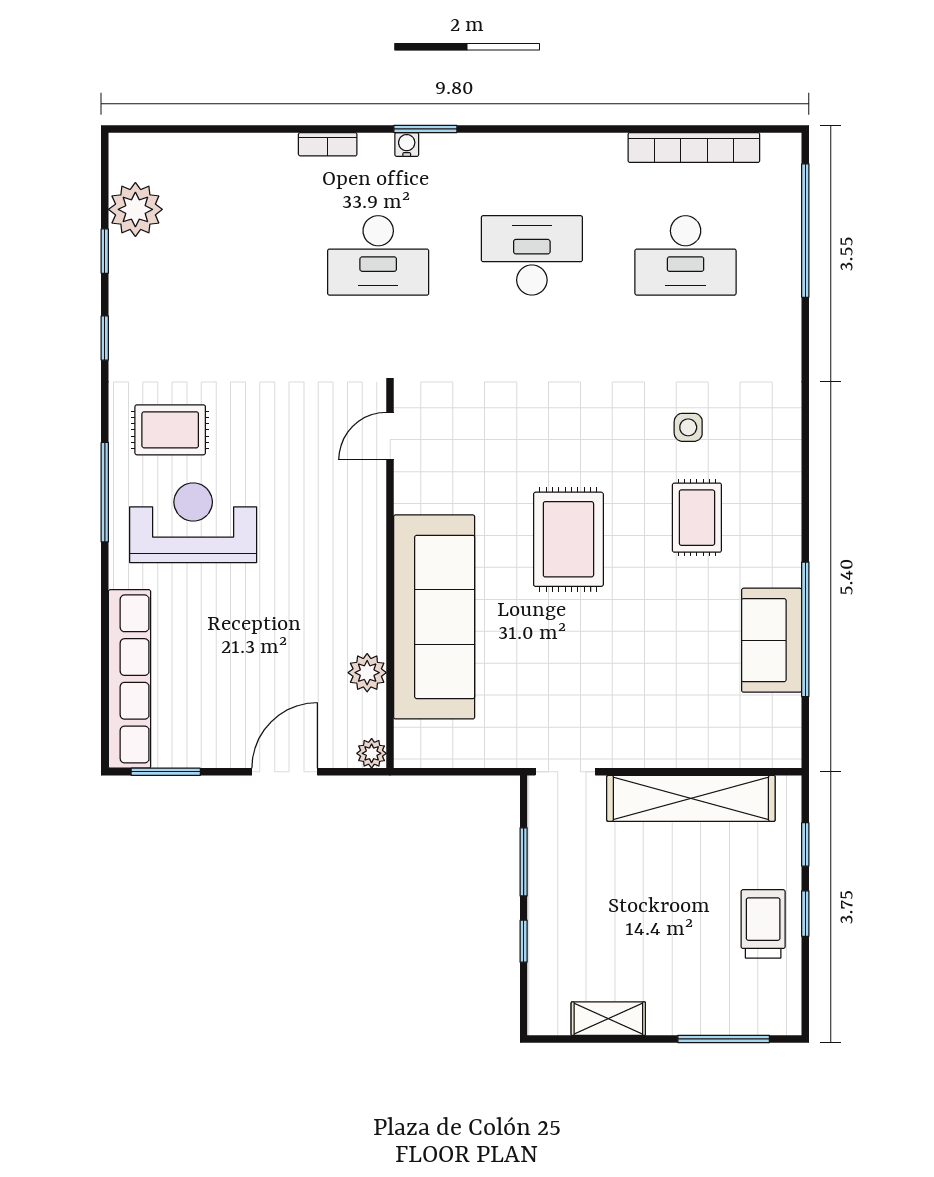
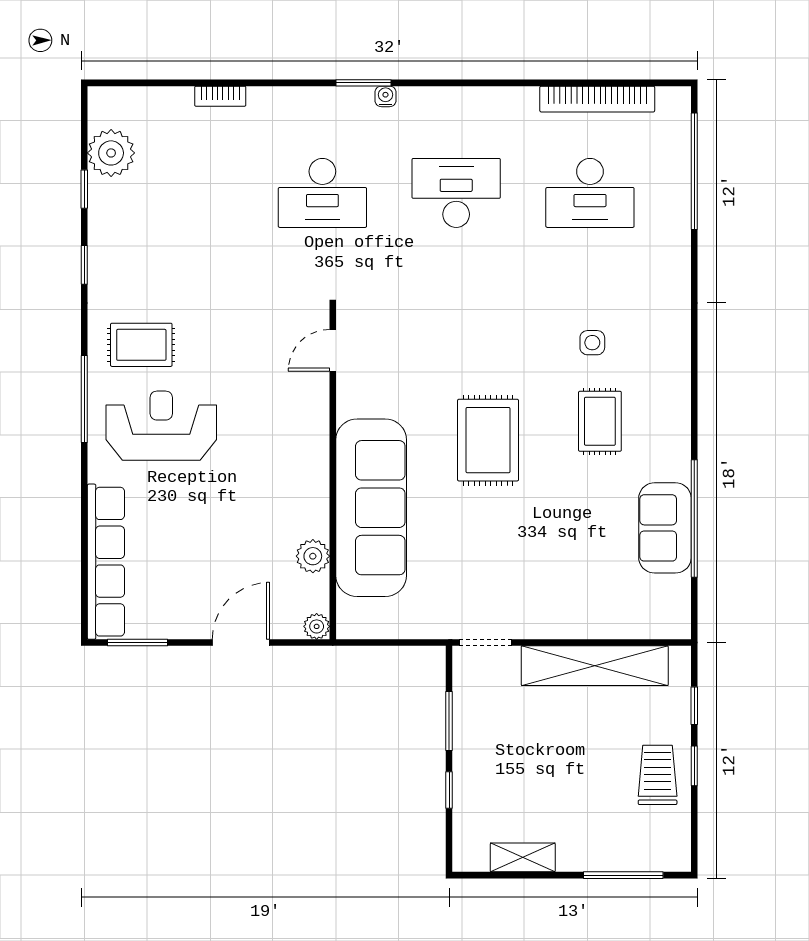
bookcase: (328, 144) -> (220, 96), moved
water cooler: (407, 145) -> (385, 96), moved

